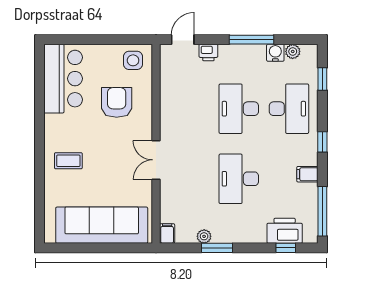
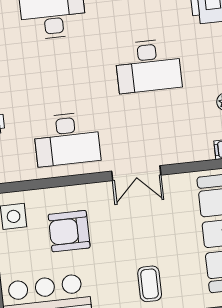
desk: (239, 109) -> (67, 139), moved

